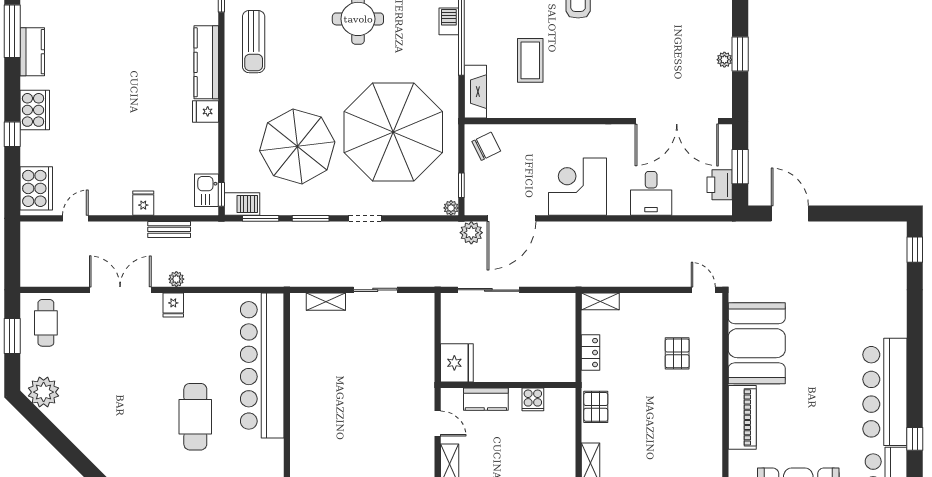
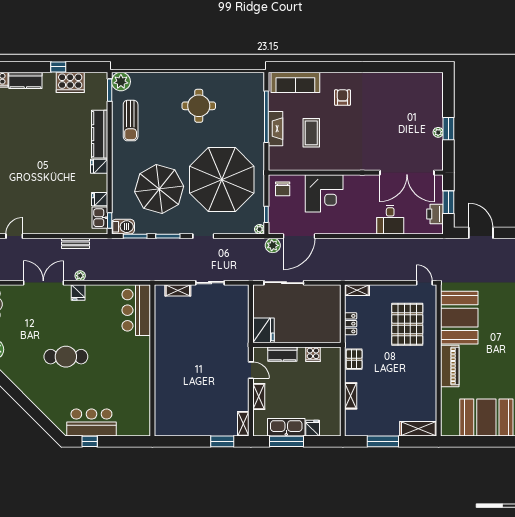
barbecue: (449, 21) -> (258, 107), removed
fireplace: (475, 92) -> (275, 129), moved
chair: (486, 146) -> (283, 189), turned 116
corner desk: (578, 187) -> (324, 193), moved, turned 180
fridge: (143, 203) -> (100, 199), moved, turned -90
pallet: (677, 353) -> (407, 324), width x2.05, depth x2.00
bar counter: (262, 365) -> (136, 310), width x0.54
cafe table: (195, 417) -> (66, 357), moved, turned 90

